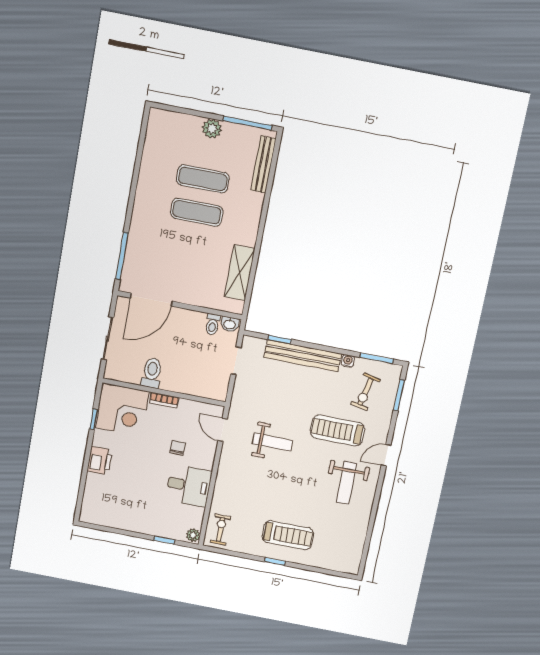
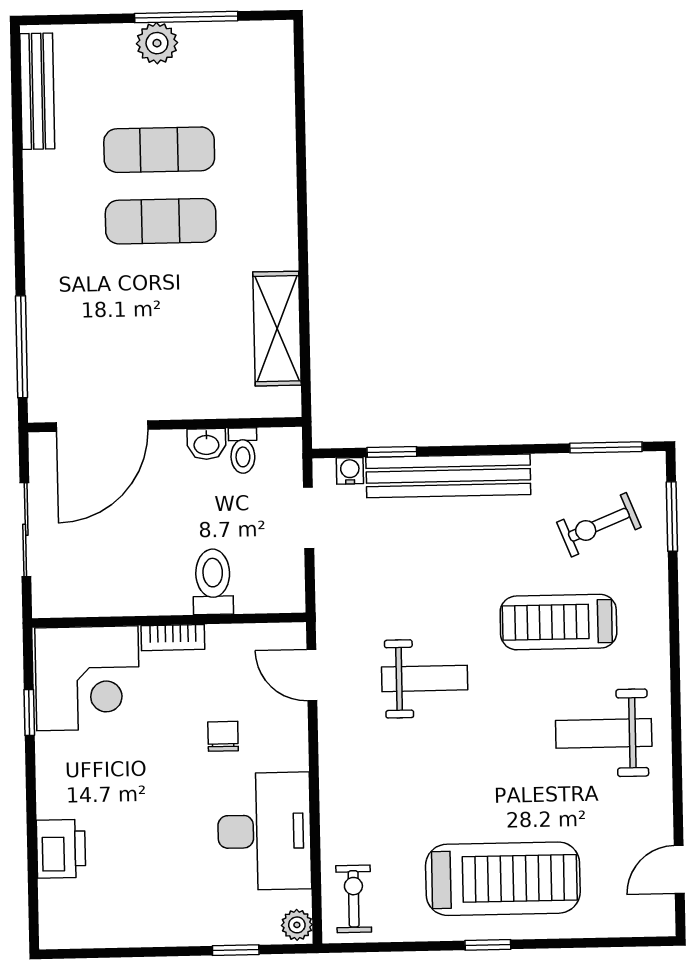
window: (247, 123) -> (186, 17), moved
bench: (263, 164) -> (37, 91), moved
washbasin: (230, 324) -> (206, 444), moved
water cooler: (348, 361) -> (350, 471), moved
toilet: (152, 373) -> (213, 582), moved
exercise bike: (365, 392) -> (599, 525), turned 56
door: (386, 455) -> (679, 870), moved
printer: (100, 461) -> (61, 849), moved
weight bench: (346, 483) -> (604, 733), turned 90
desk: (189, 486) -> (264, 831), width x1.37
treadmill: (288, 535) -> (503, 879), width x1.37, depth x1.38

